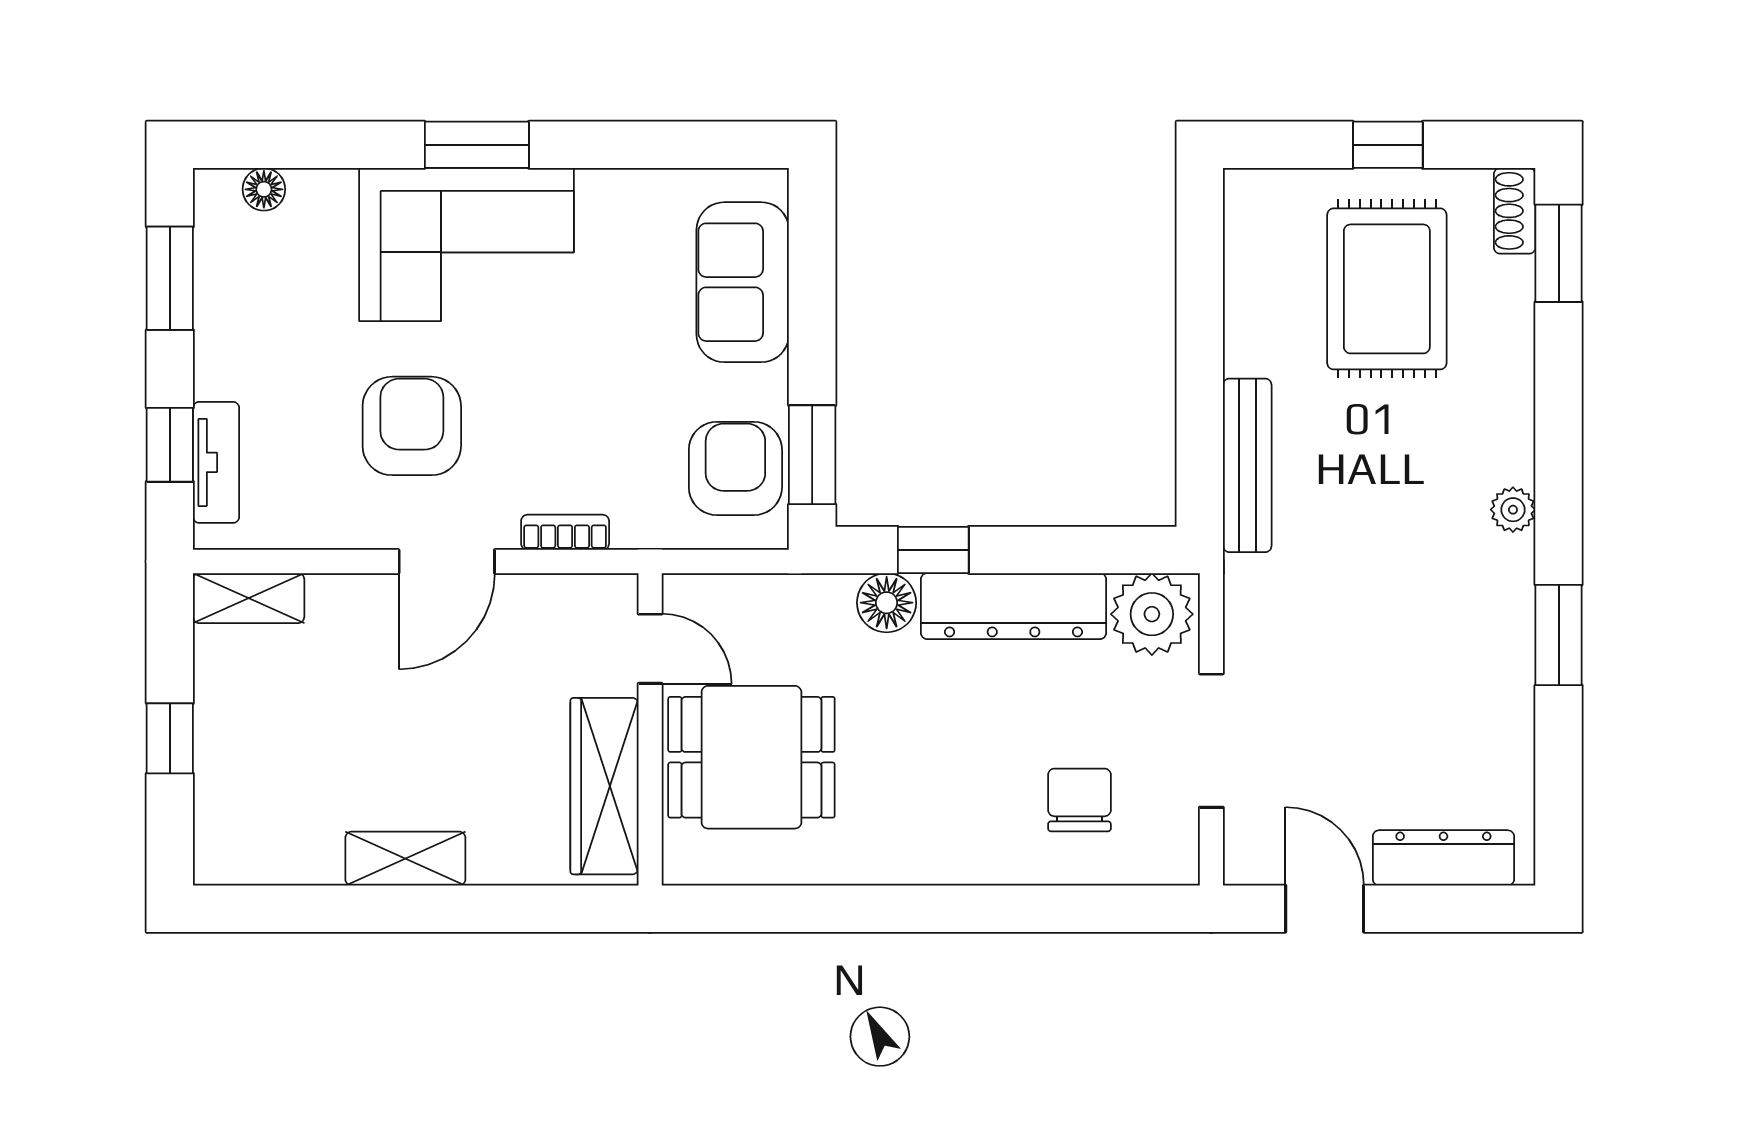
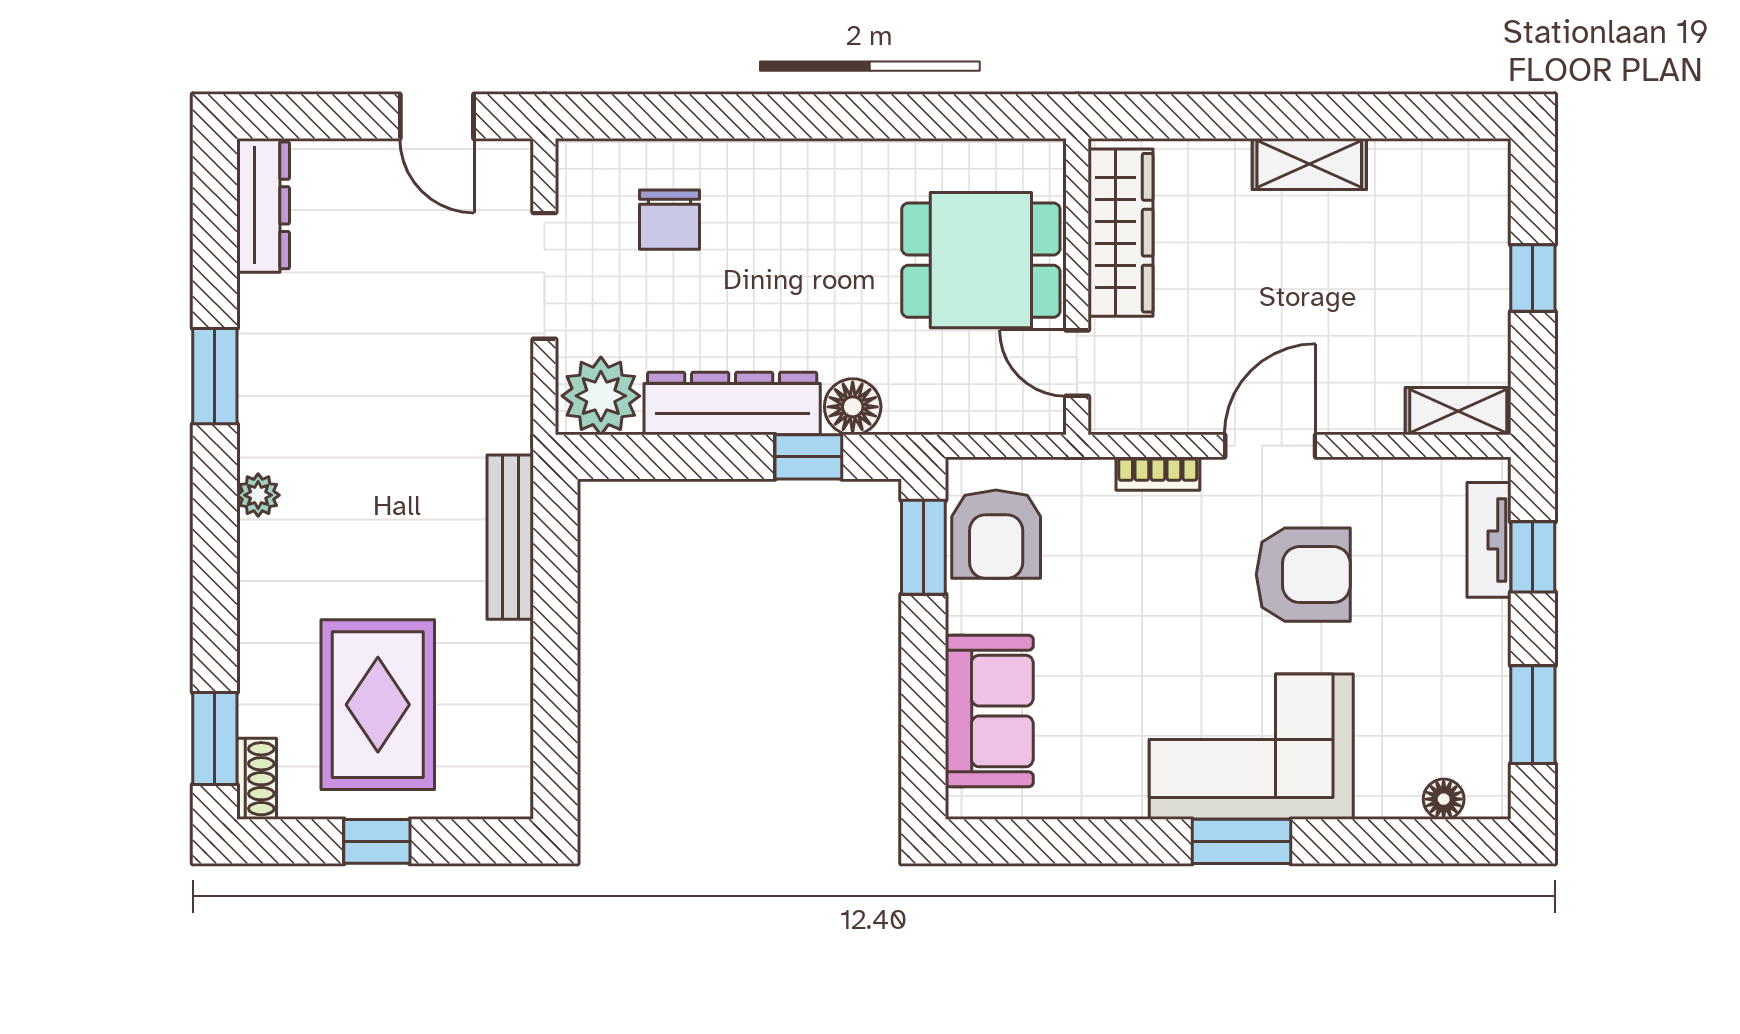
armchair: (412, 426) -> (1303, 575), turned -90
dresser: (1443, 858) -> (263, 205), moved, turned -90

